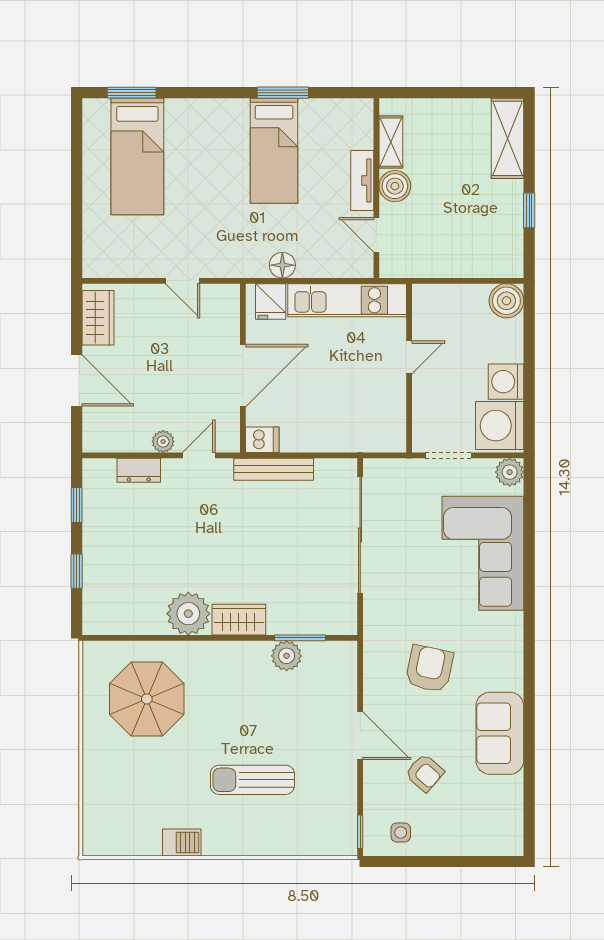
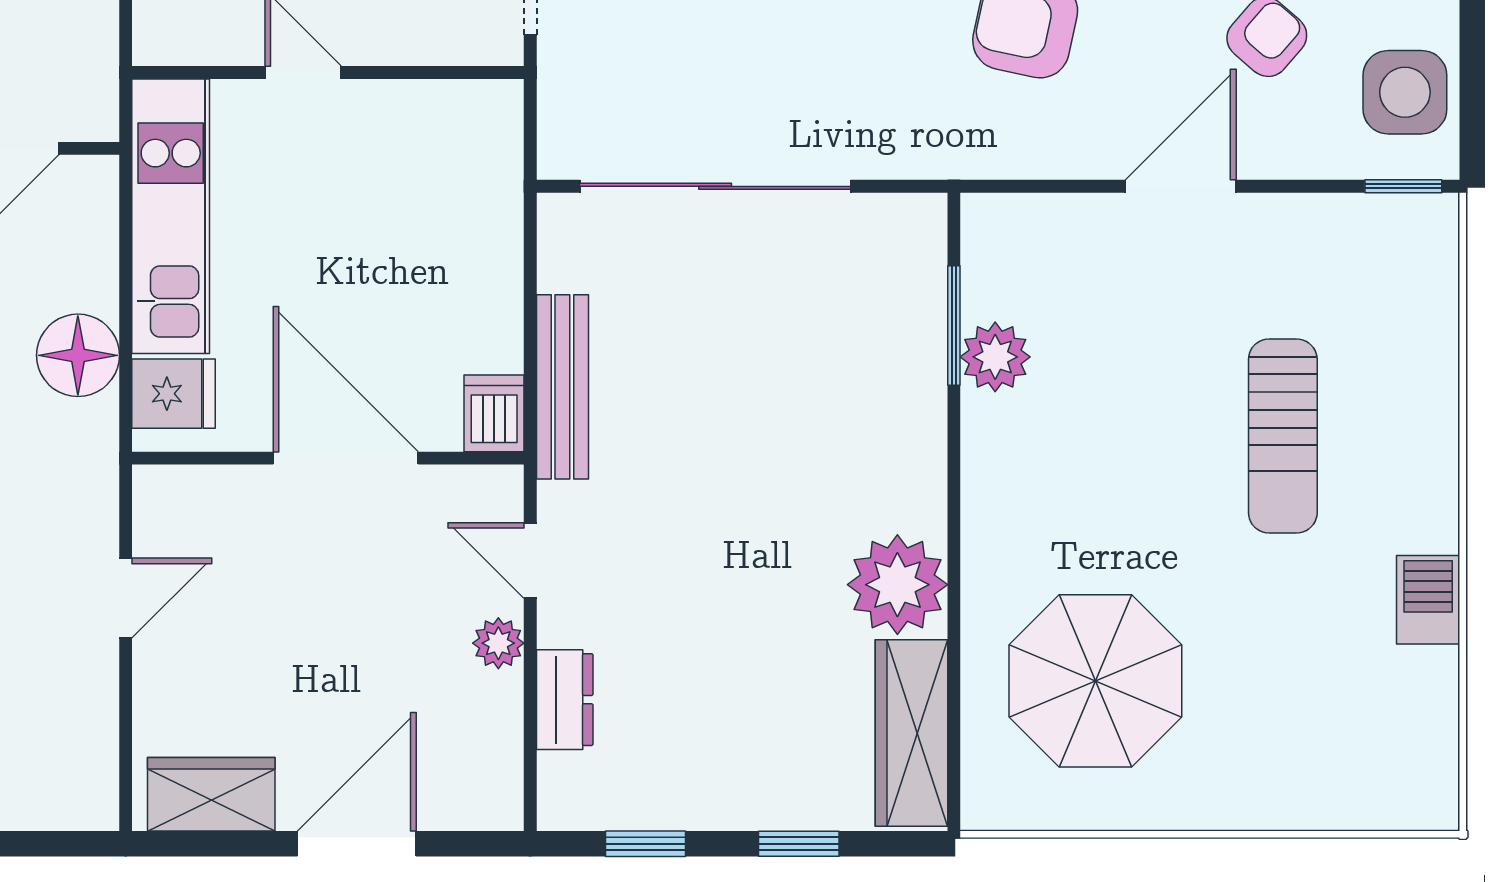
floor lamp: (282, 265) -> (78, 355), width x1.38, depth x1.38
wardrobe: (239, 620) -> (911, 733), moved, width x1.50
side table: (401, 832) -> (1405, 92), width x1.87, depth x1.87

